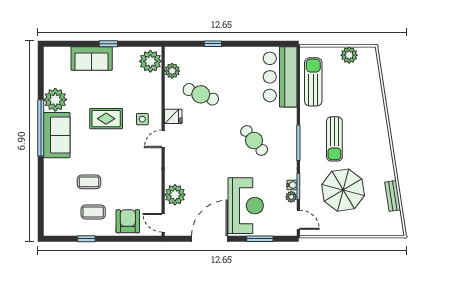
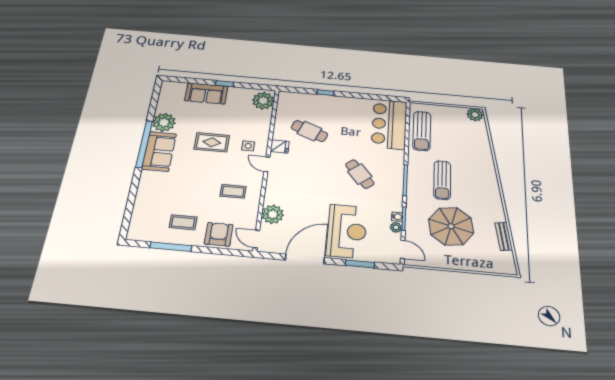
plant: (349, 55) -> (475, 115), moved
plant: (172, 71) -> (283, 110), removed
sun lounger: (313, 82) -> (422, 131), turned 180
door: (163, 139) -> (267, 164), hinge flipped
coffee table: (89, 182) -> (233, 191), moved
window: (86, 239) -> (171, 247), width x2.17

